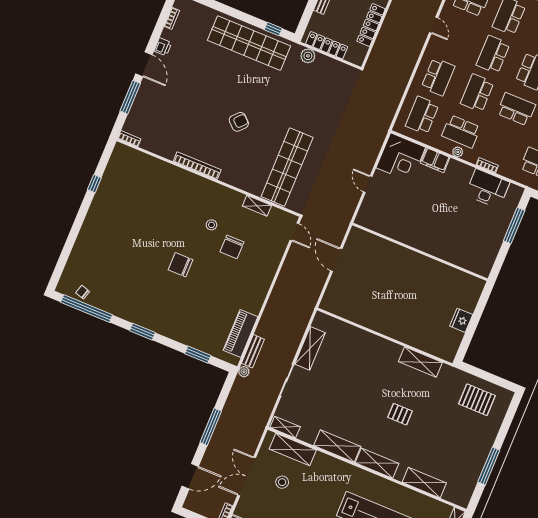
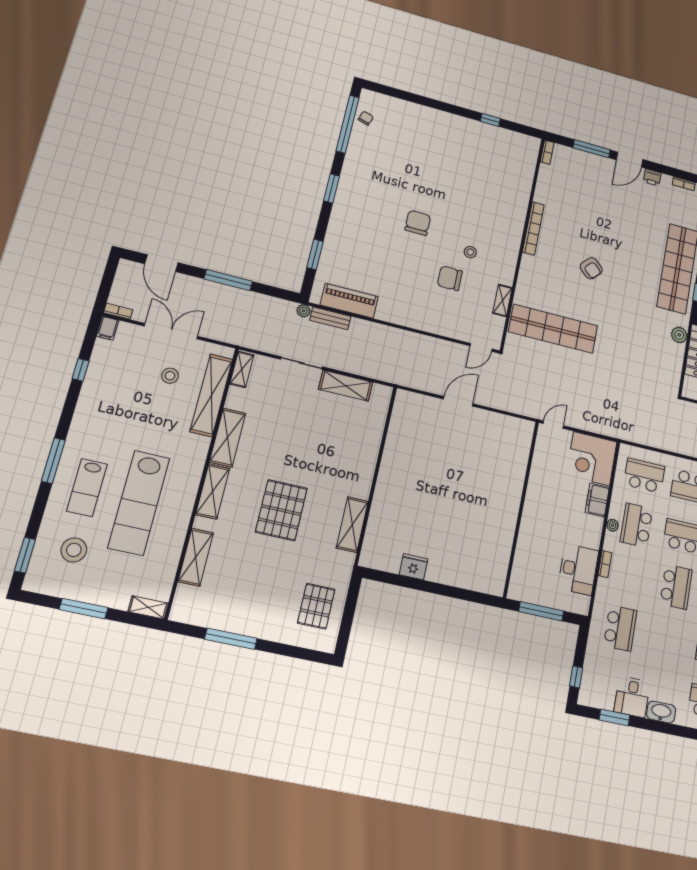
wall: (420, 252) -> (521, 508), moved
pallet: (400, 414) -> (281, 510), width x2.05, depth x2.00
shelving: (293, 449) -> (211, 395), width x1.47

